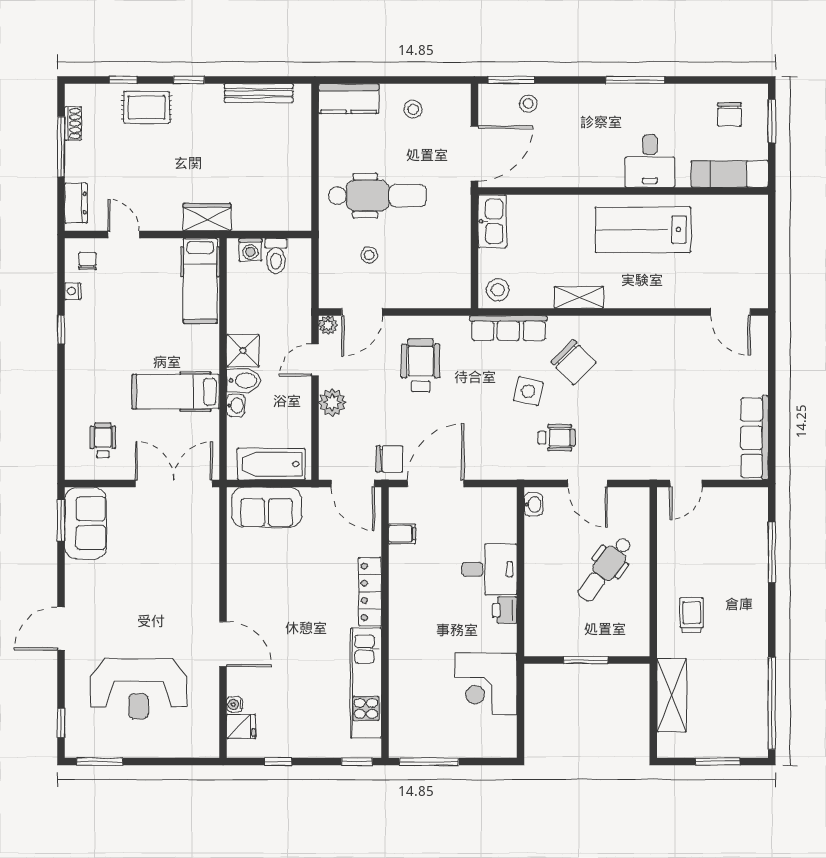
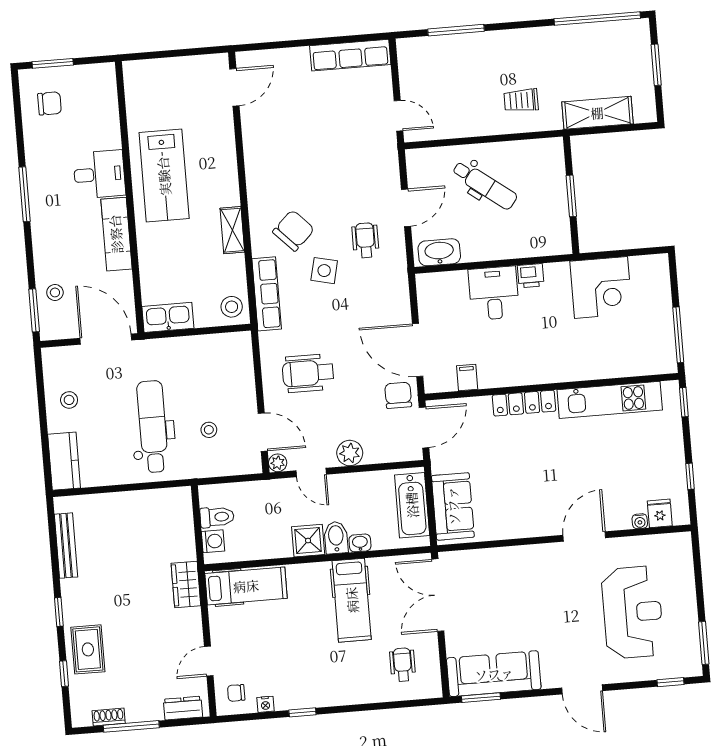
exam couch: (730, 174) -> (116, 234), moved
wheelchair: (103, 440) -> (403, 665), turned 90
washbasin: (533, 505) -> (439, 252), width x1.91, depth x1.45
sofa: (85, 523) -> (494, 674), width x1.36

